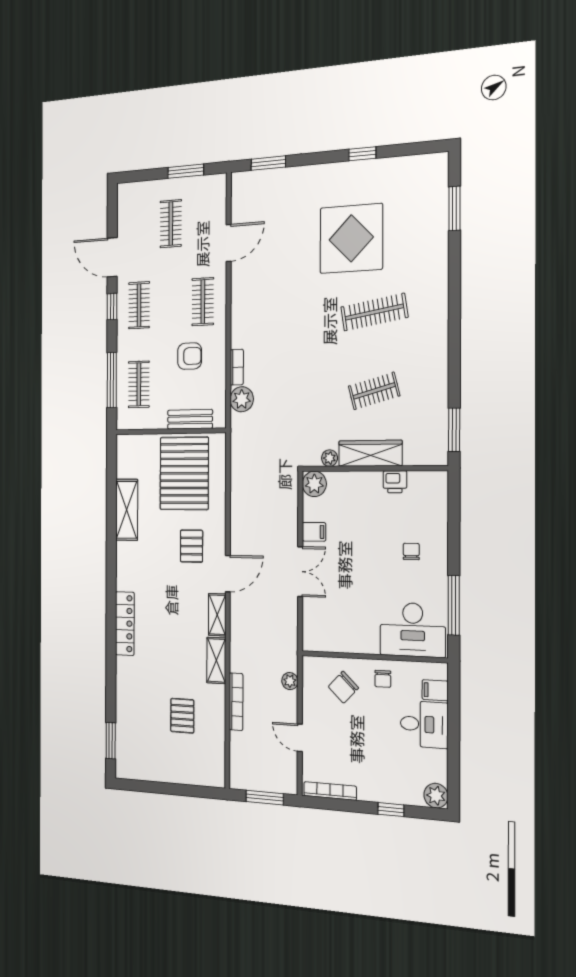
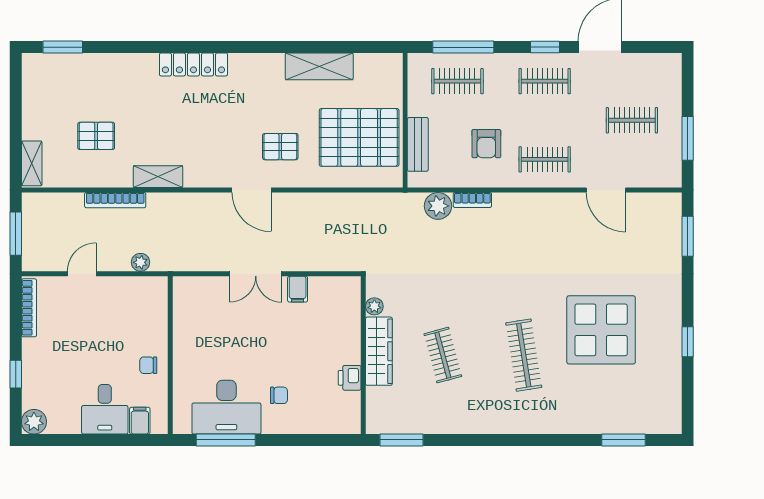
plant: (314, 484) -> (348, 289), removed
shelving: (217, 615) -> (32, 163), moved, turned 90
desk: (413, 630) -> (226, 407), moved, turned -90
chair: (343, 687) -> (137, 322), removed

